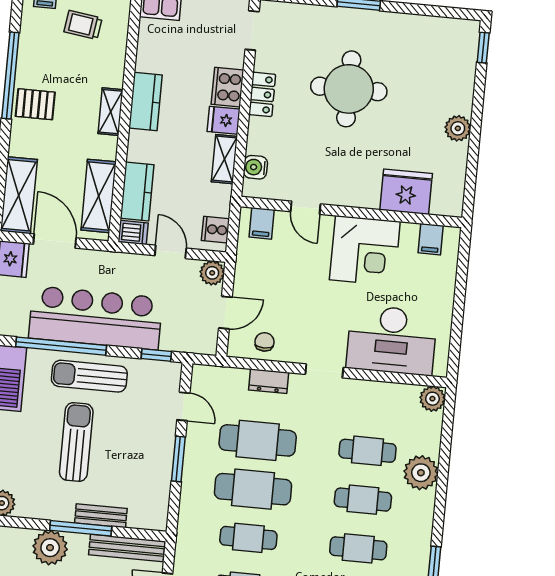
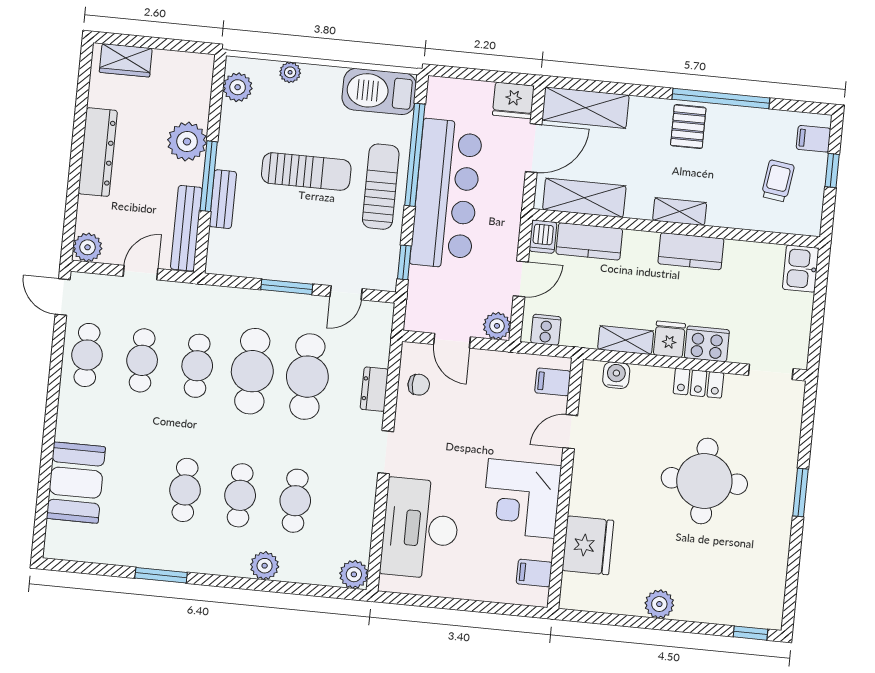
plant: (421, 473) -> (265, 566), width x0.73, depth x0.73

